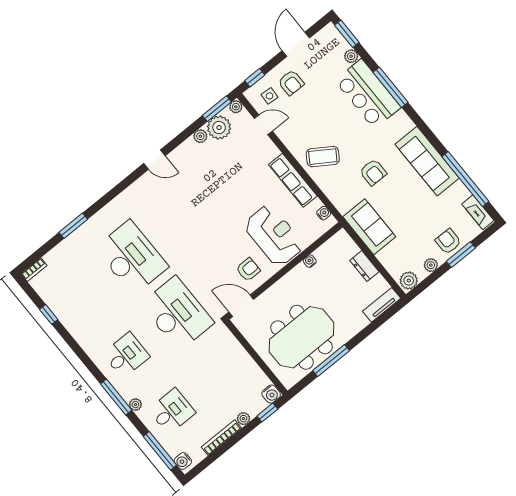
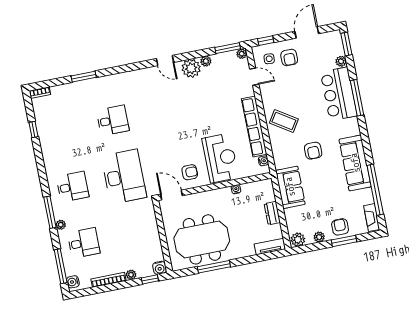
plant: (219, 128) -> (191, 68), moved
row of seats: (293, 180) -> (254, 126), width x1.36
desk: (132, 257) -> (113, 120), width x0.53, depth x0.77

